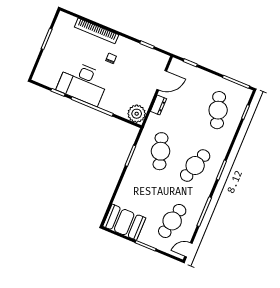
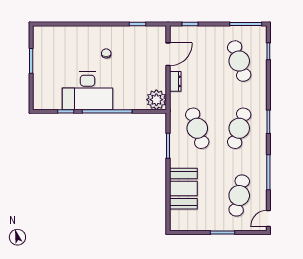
bookcase: (97, 31) -> (79, 31), removed
booth: (124, 222) -> (183, 189), moved, turned 90

